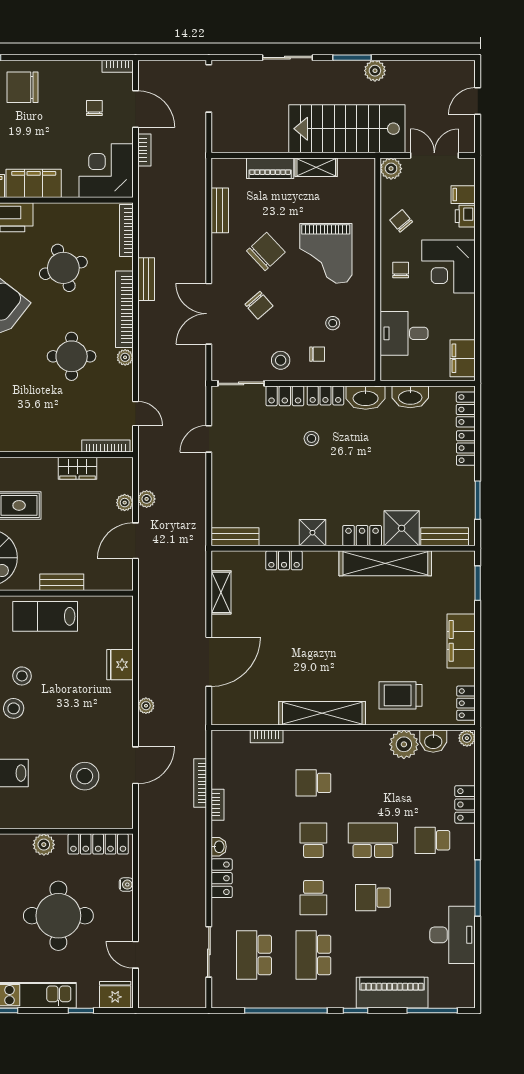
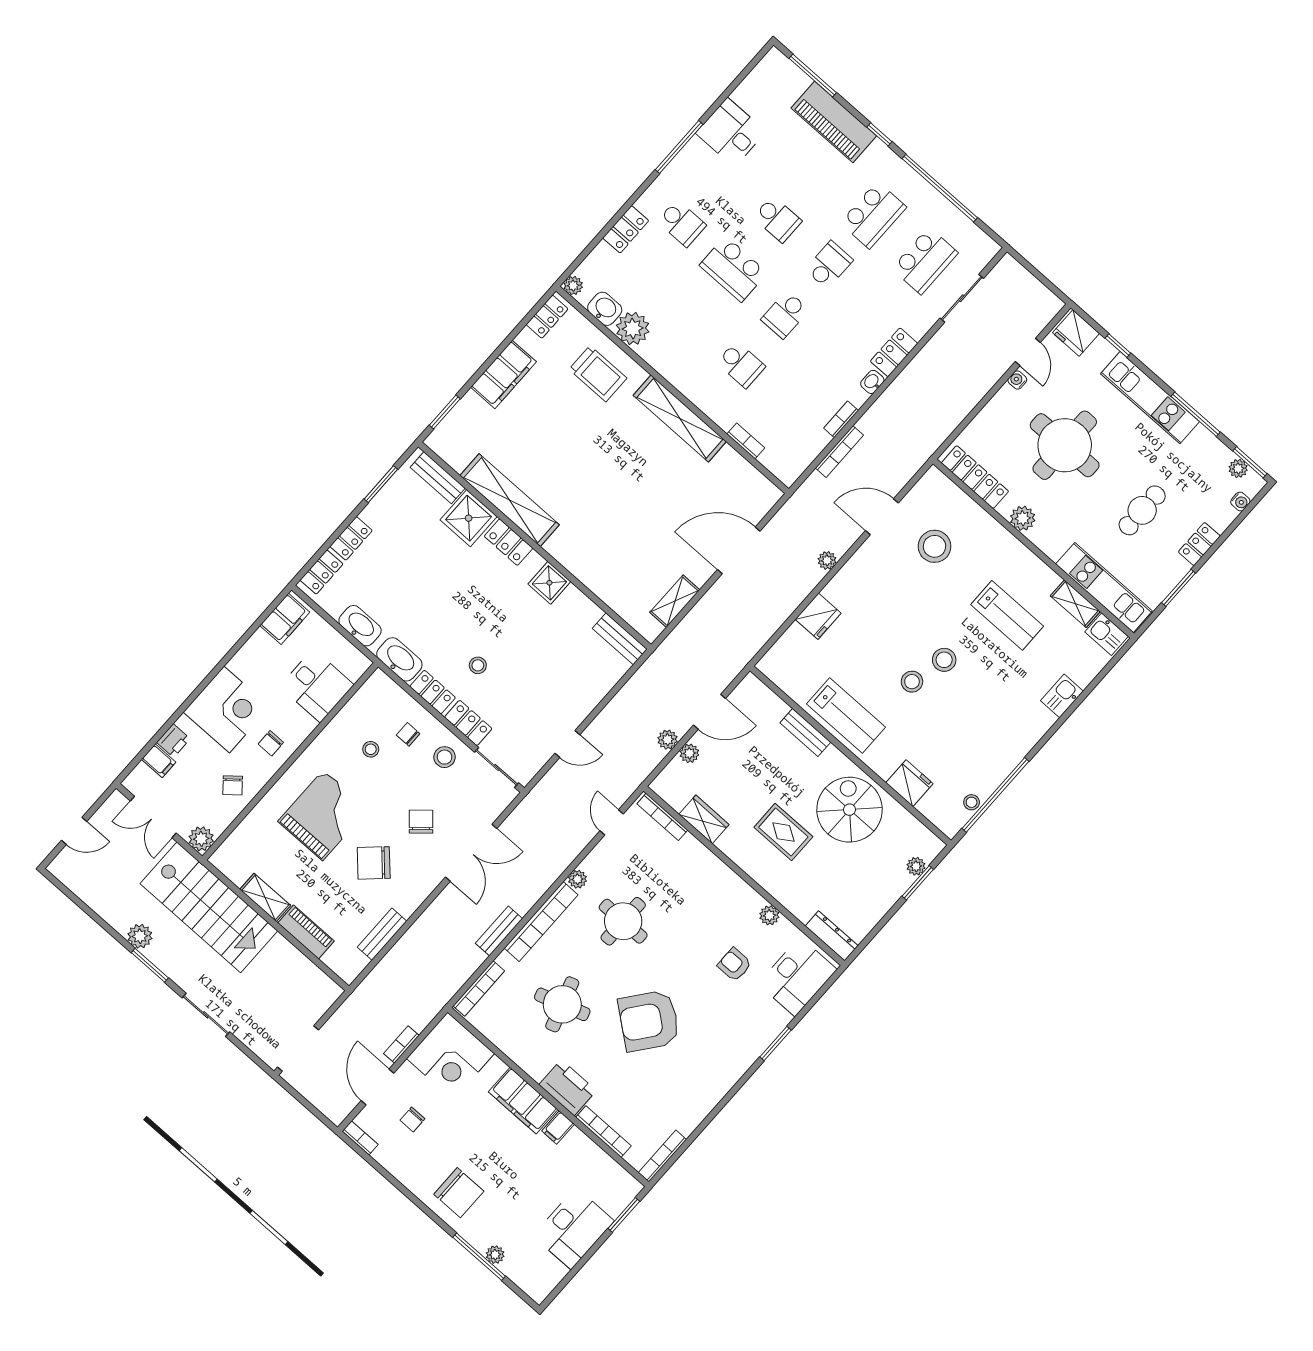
locker: (284, 560) -> (595, 581), removed
water cooler: (126, 885) -> (1017, 380), moved
desk: (453, 935) -> (731, 132), width x0.73

